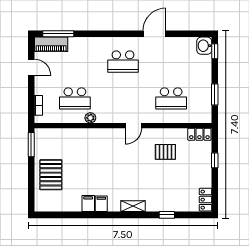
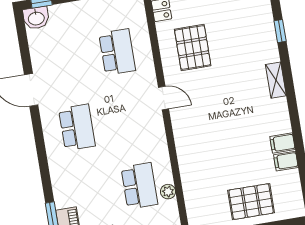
plant: (90, 118) -> (168, 192), moved
pallet: (165, 152) -> (193, 48), width x1.50, depth x1.42
filing cabinet: (101, 204) -> (286, 161), moved

